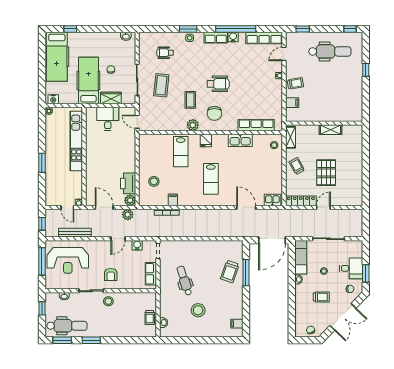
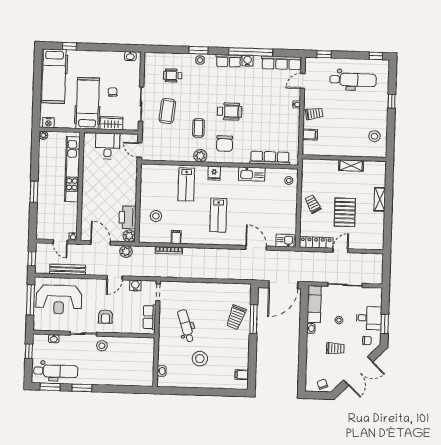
stool: (351, 102) -> (374, 136), added
shelving: (290, 137) -> (380, 199), moved
trolley: (150, 318) -> (147, 365), removed

